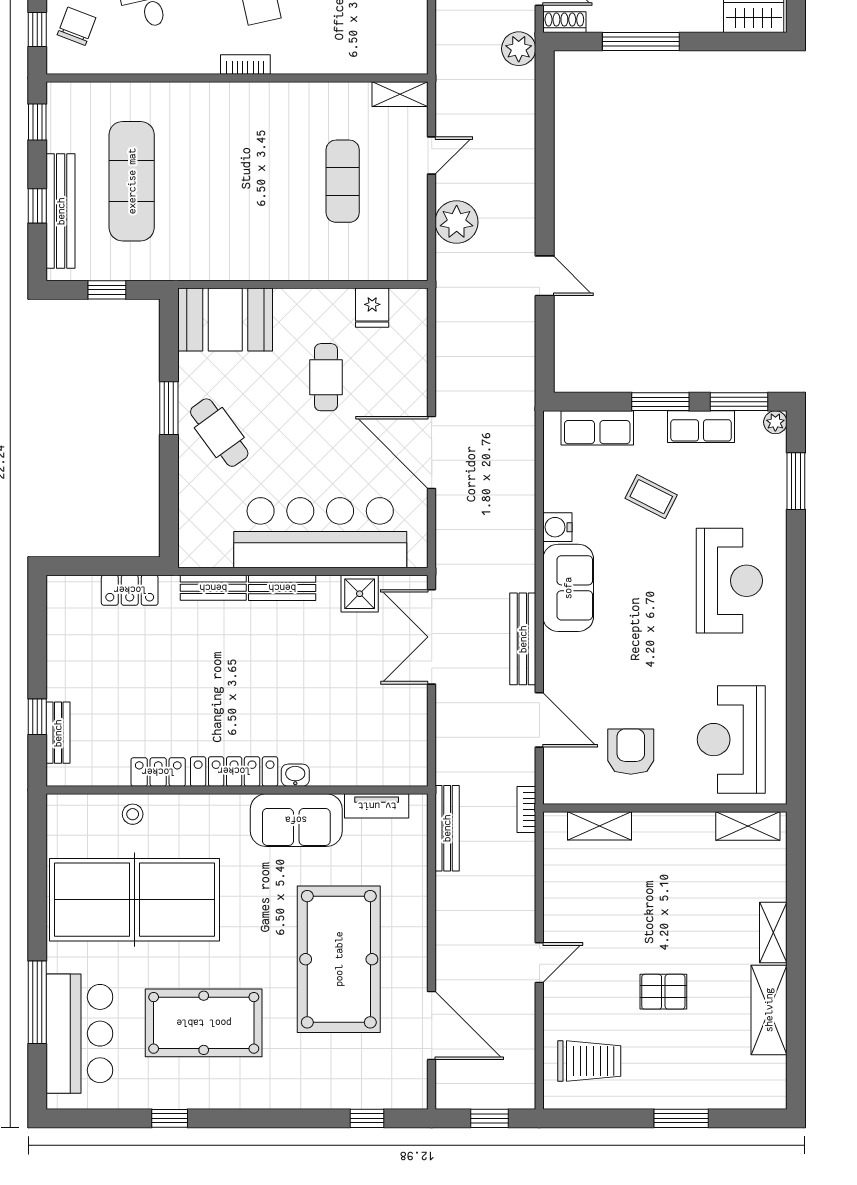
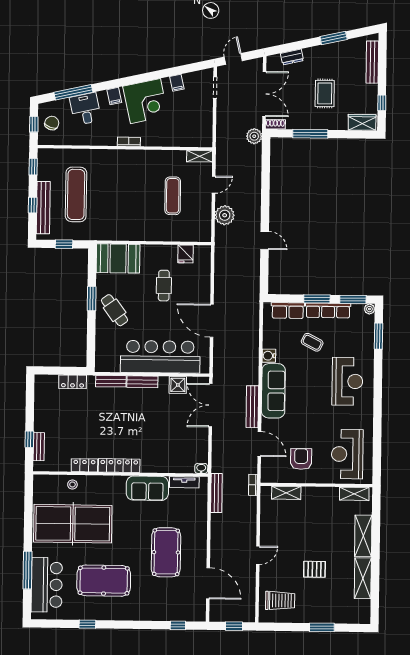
row of seats: (701, 427) -> (328, 310), width x1.48
sofa: (568, 588) -> (273, 391), width x1.36
washbasin: (295, 775) -> (201, 468), moved
shelving: (773, 932) -> (363, 536), width x1.50, depth x1.33
pool table: (339, 959) -> (166, 552), width x0.73, depth x0.76

